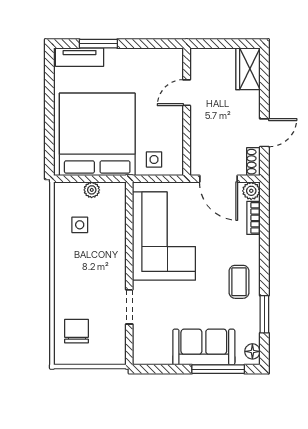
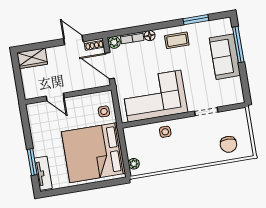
door: (219, 179) -> (110, 66), swing flipped
plant: (92, 190) -> (134, 164), moved
side table: (80, 225) -> (165, 132), moved
chair: (77, 331) -> (228, 144), turned -88
floor lamp: (252, 351) -> (150, 36), moved

